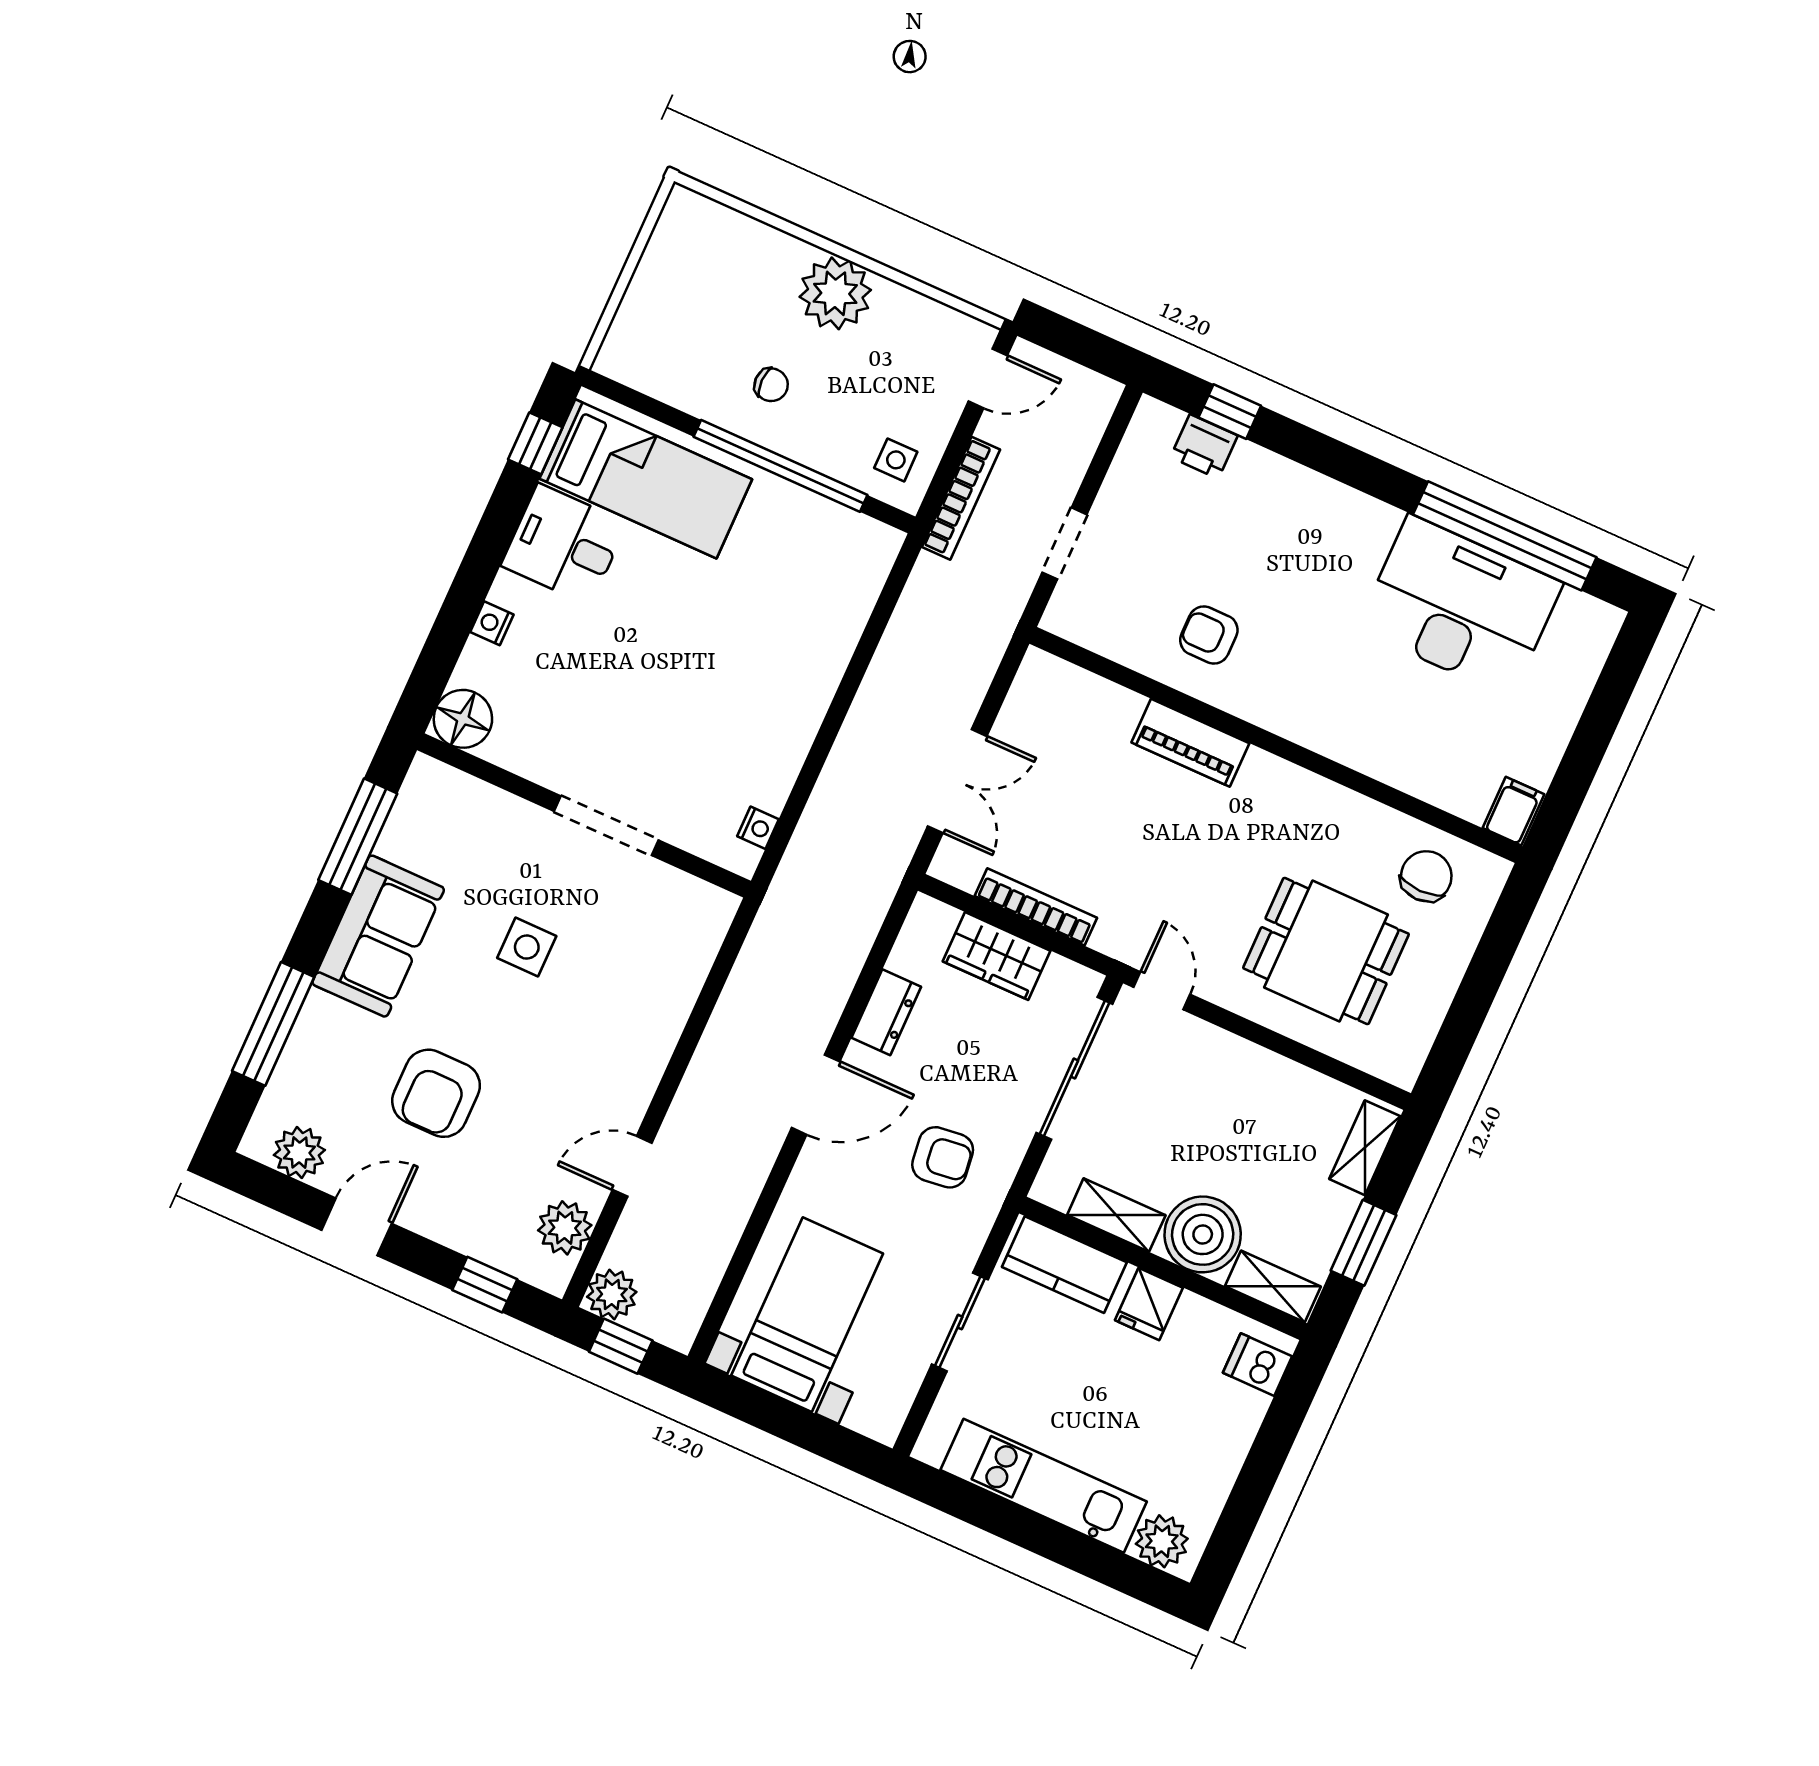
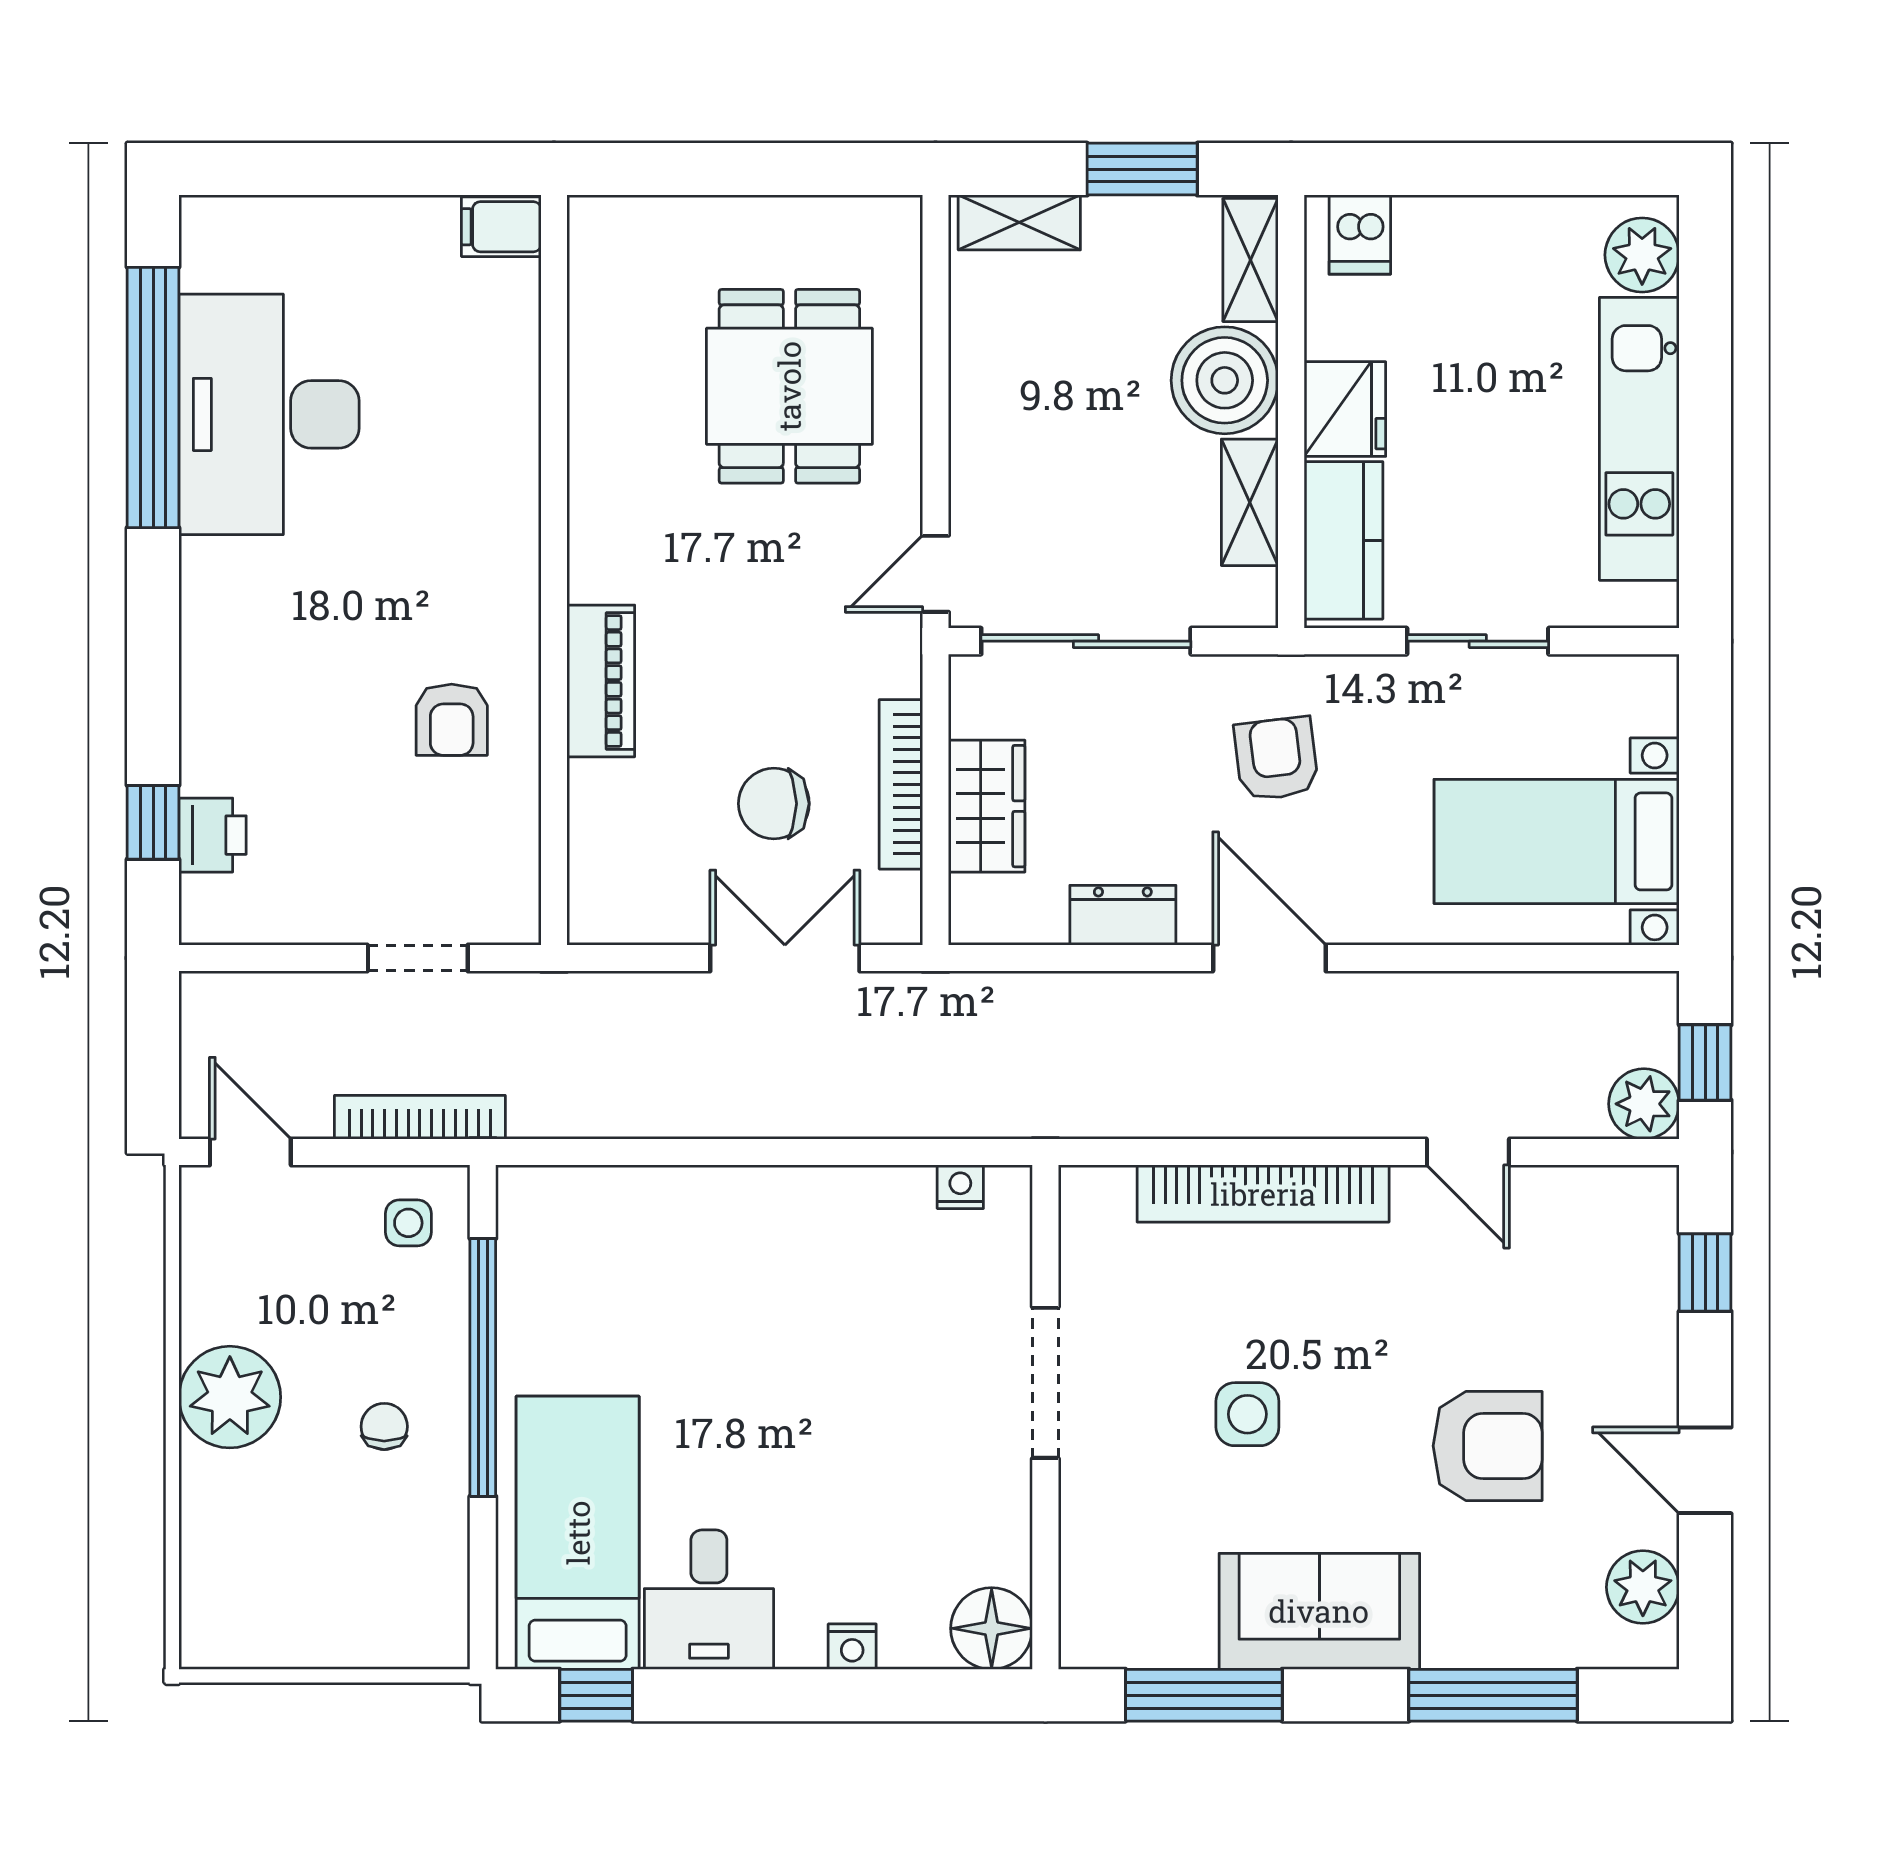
chair: (1426, 876) -> (774, 804), moved
bookcase: (665, 1022) -> (1263, 1194), added
plant: (565, 1228) -> (1586, 1203), removed
fridge: (1149, 1304) -> (1345, 409), width x1.38

